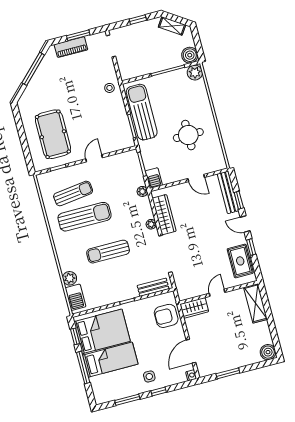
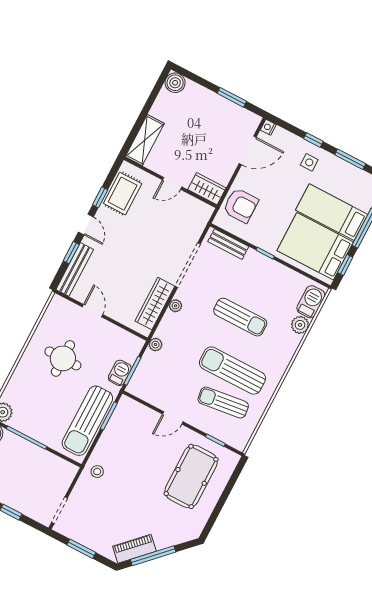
piano: (71, 47) -> (134, 549), moved, turned -45
barbecue: (154, 178) -> (120, 373), moved

